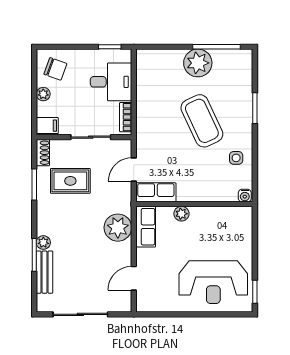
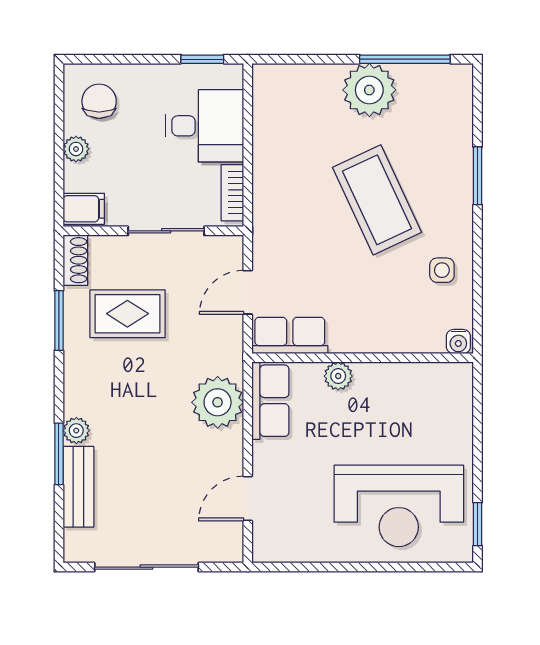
chair: (55, 69) -> (99, 101), turned -110

